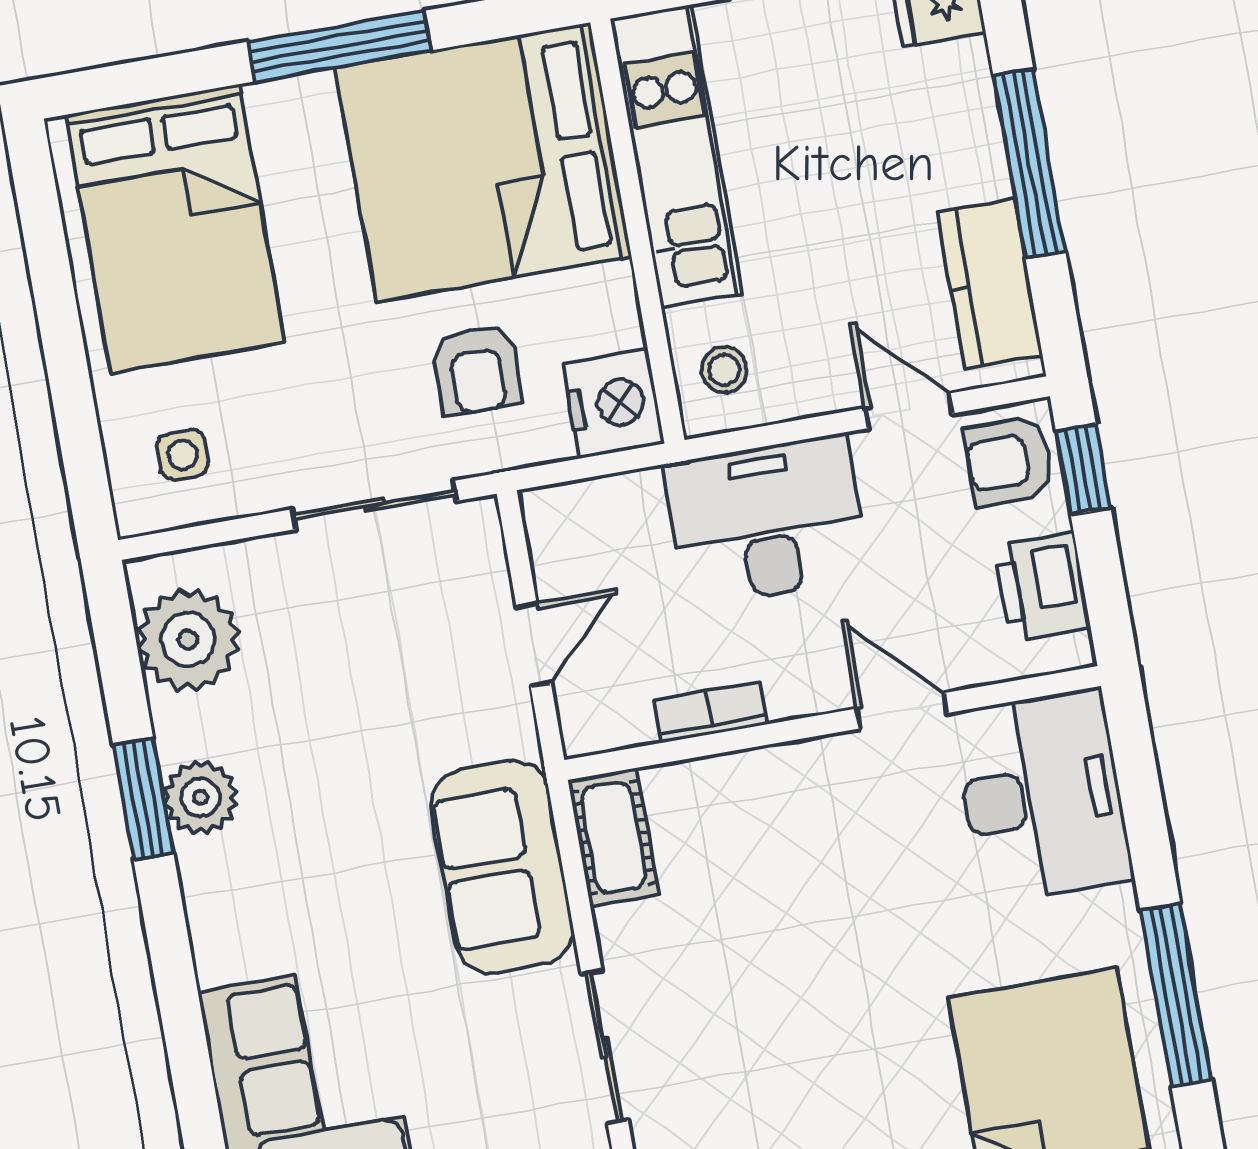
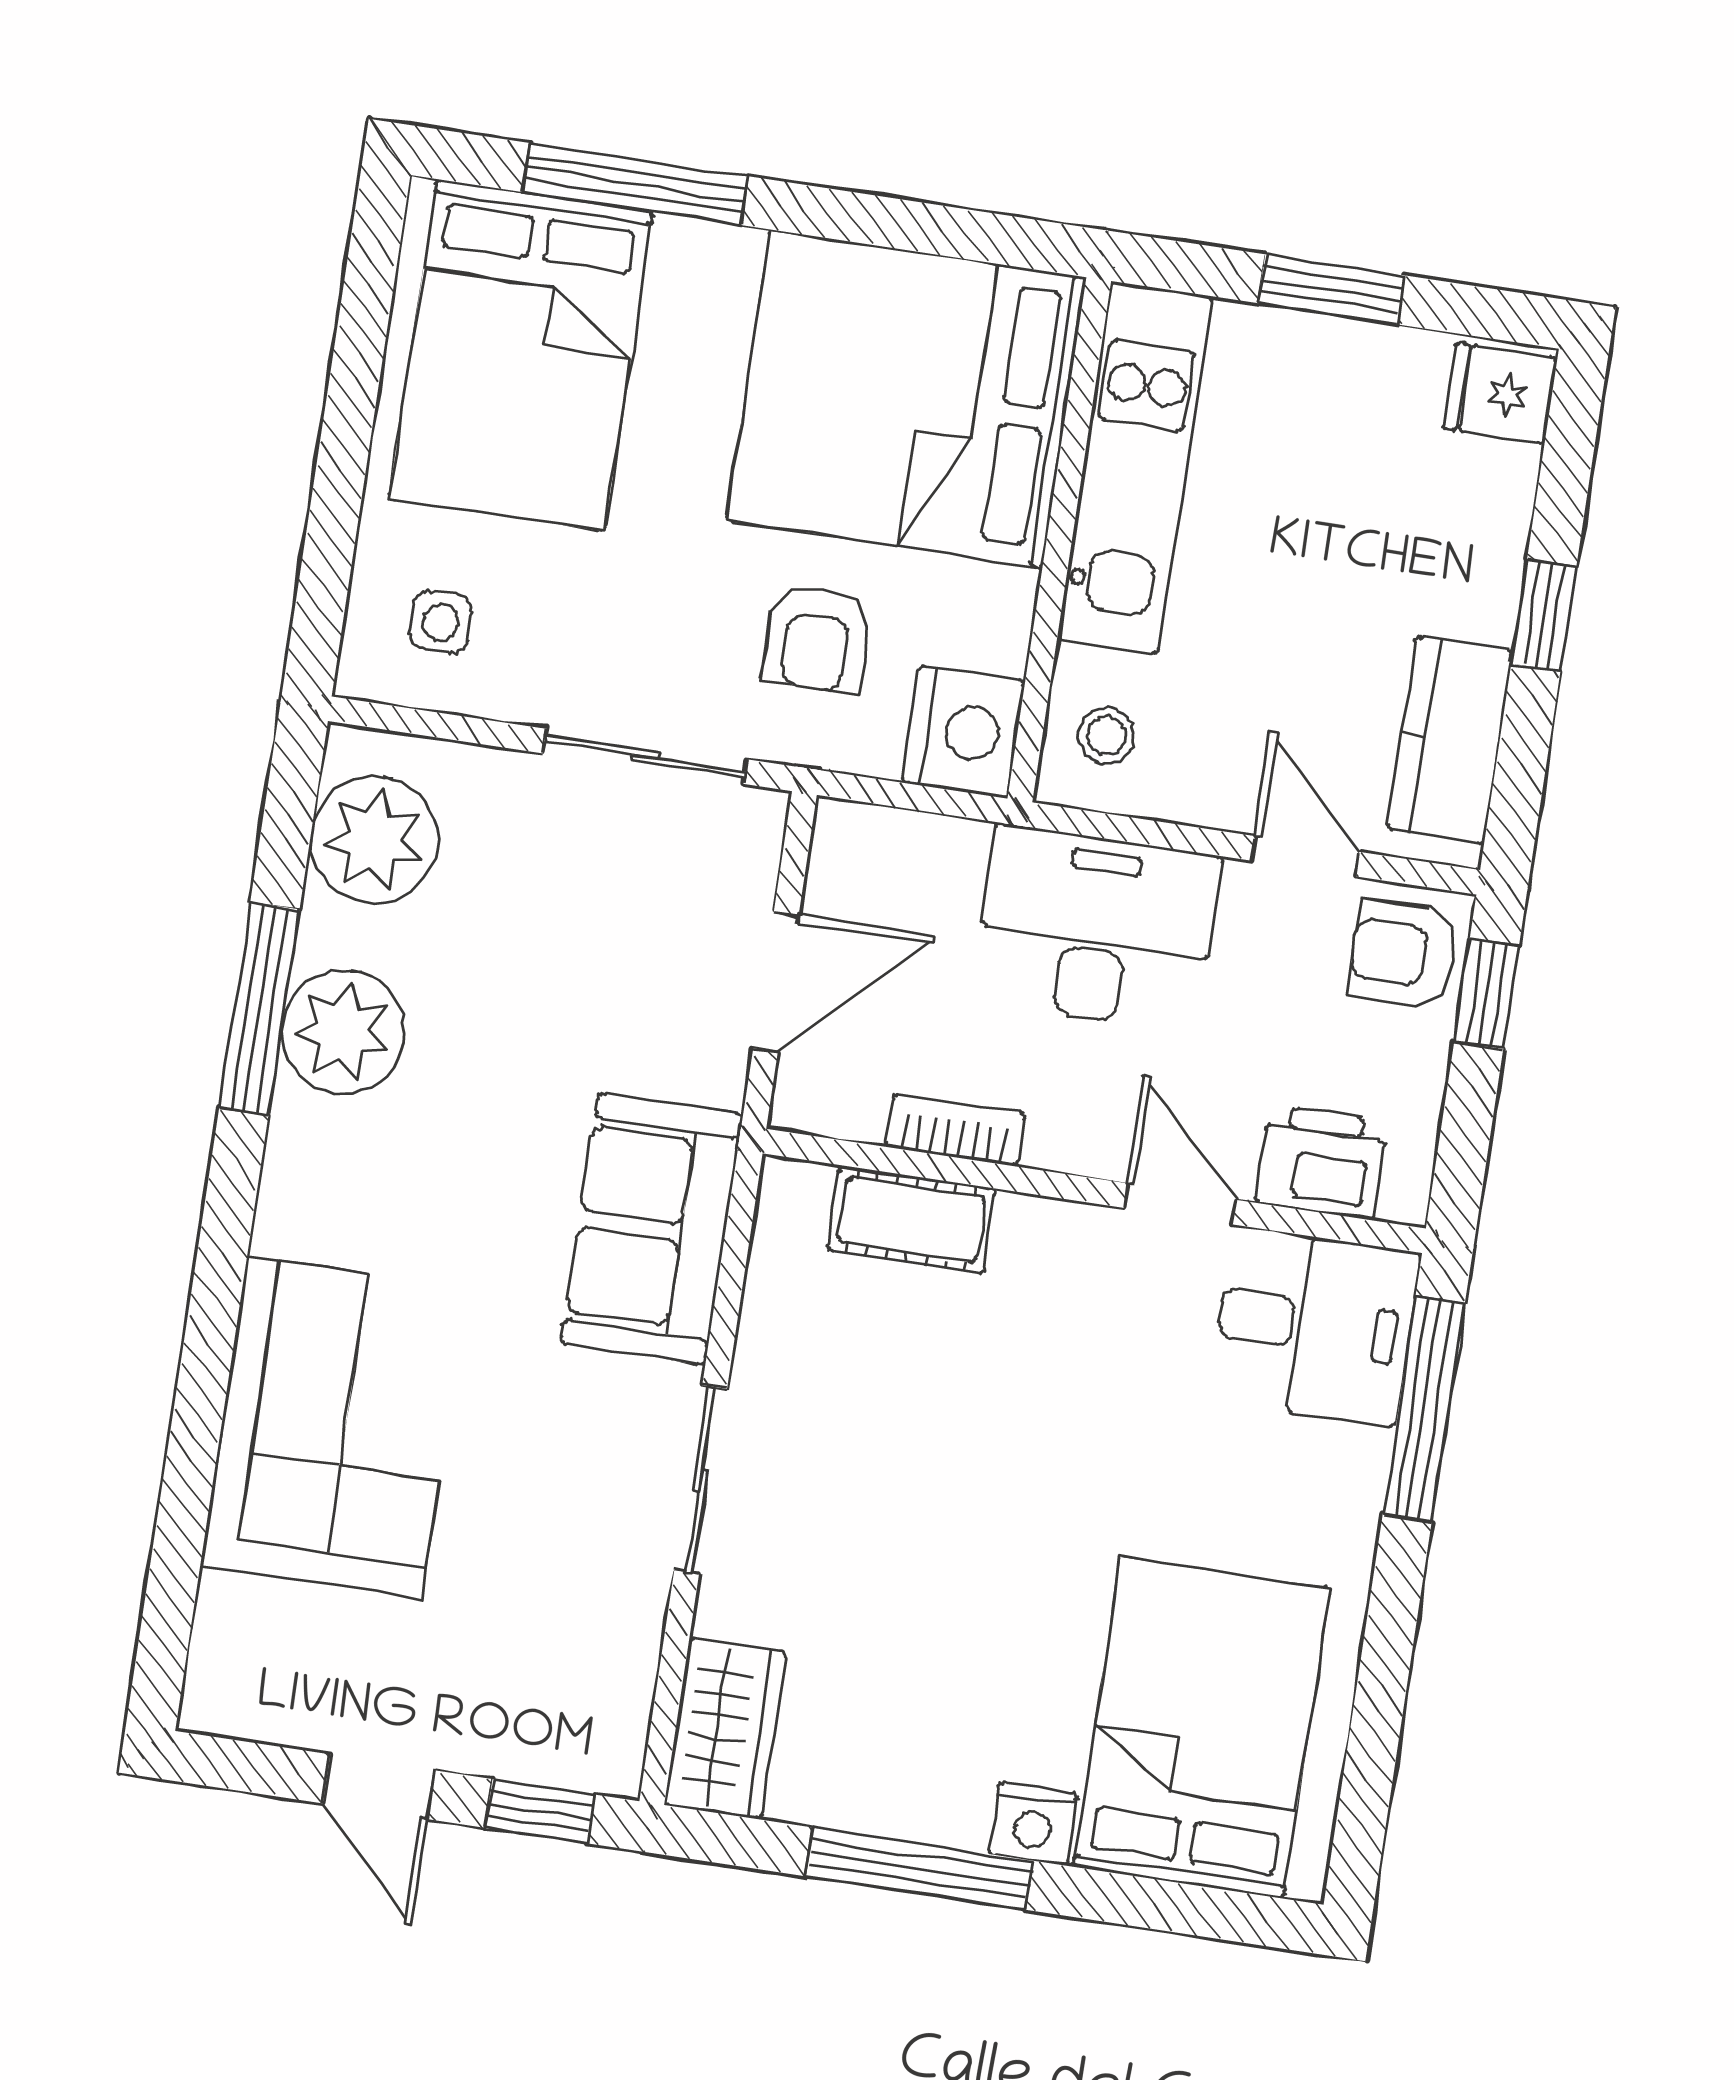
window: (340, 46) -> (635, 184), moved
window: (1029, 164) -> (1544, 615), width x0.46
printer: (1043, 587) -> (1321, 1162), moved, turned 90
door: (534, 645) -> (776, 982), width x1.38
desk: (1042, 796) -> (1315, 1326), width x0.73
plant: (201, 797) -> (343, 1032), width x1.36, depth x1.36
window: (143, 799) -> (259, 1008), width x1.44
cot: (613, 837) -> (912, 1219), moved, turned 90
window: (1176, 995) -> (1424, 1409), moved

